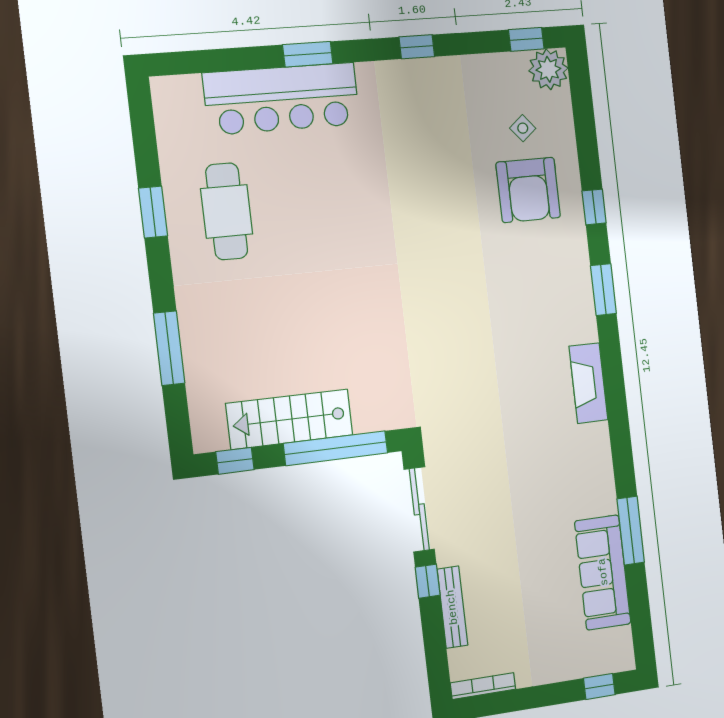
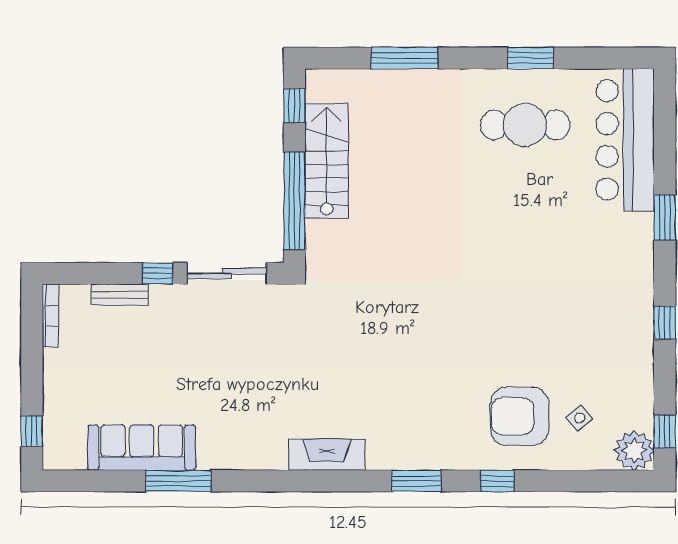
bar counter: (282, 99) -> (625, 140), moved
bench: (452, 607) -> (120, 295), width x0.73

